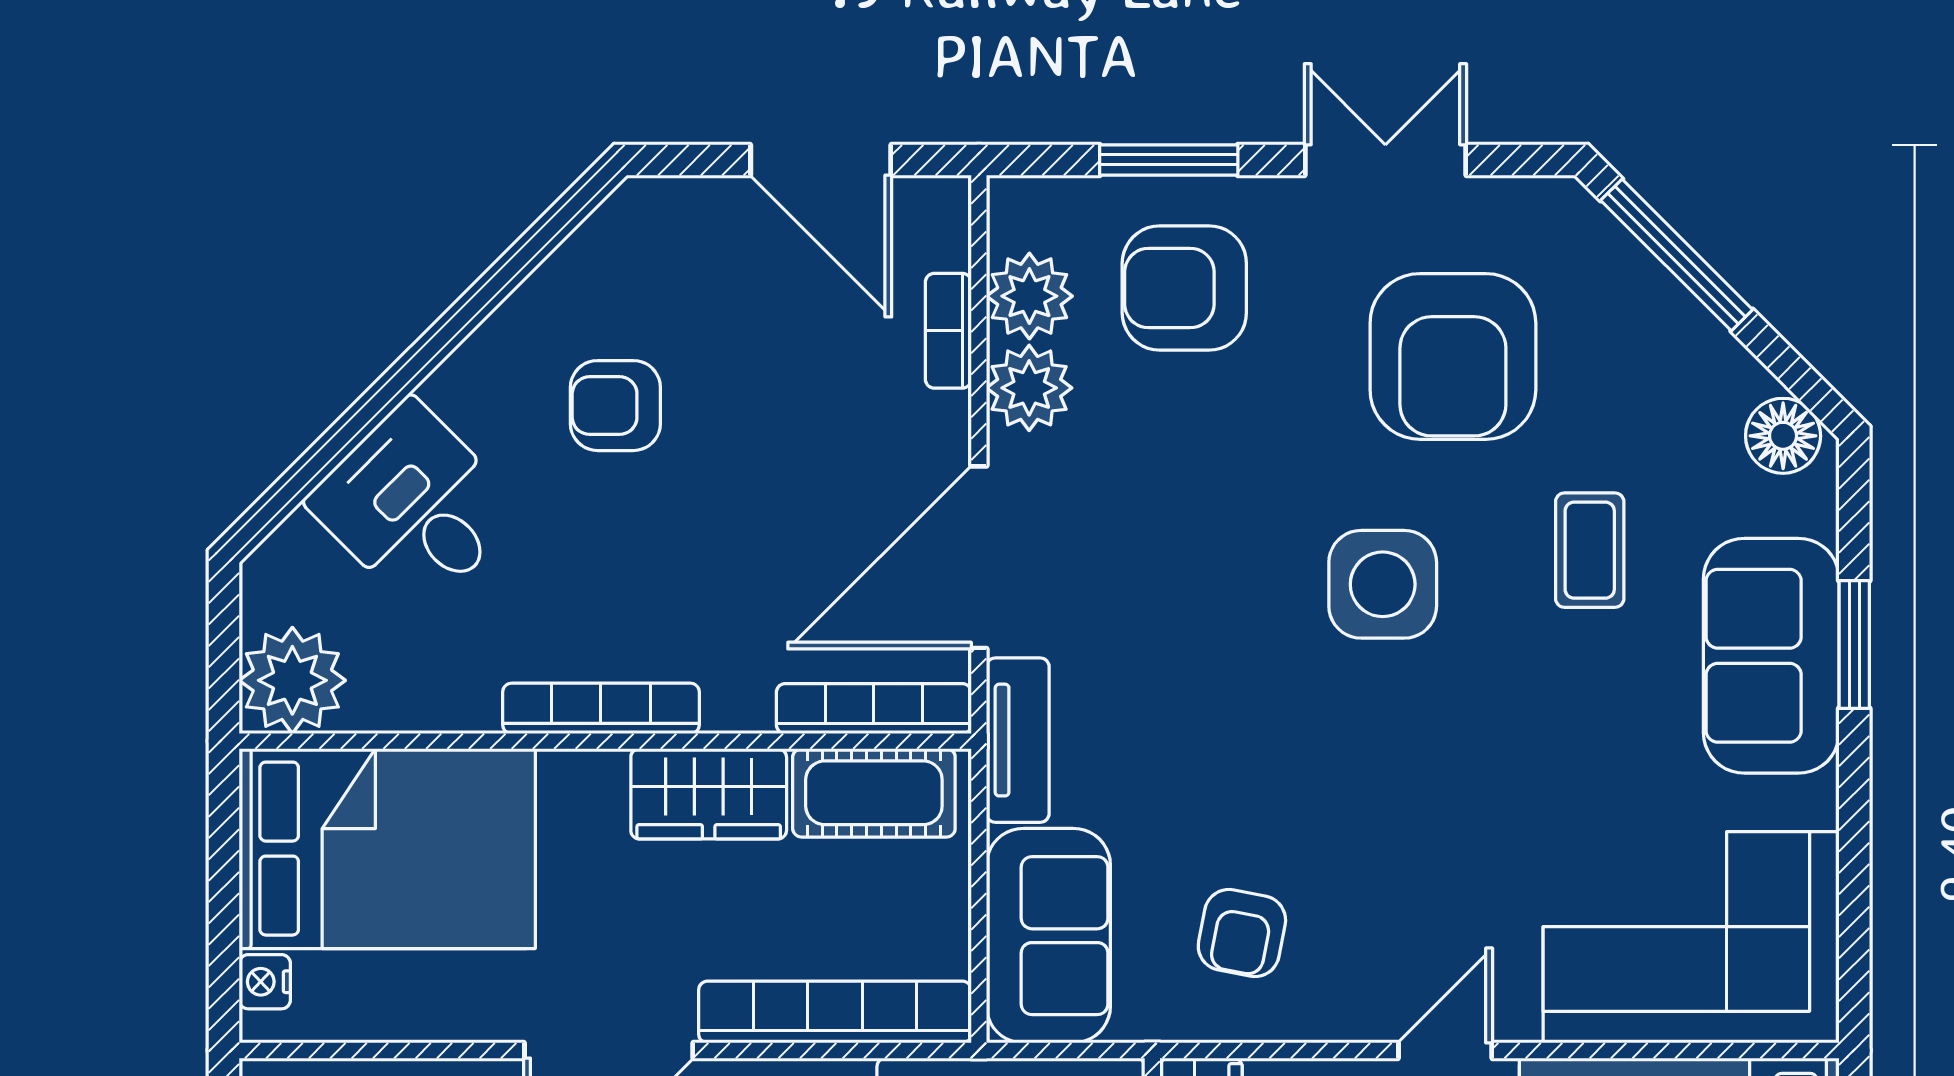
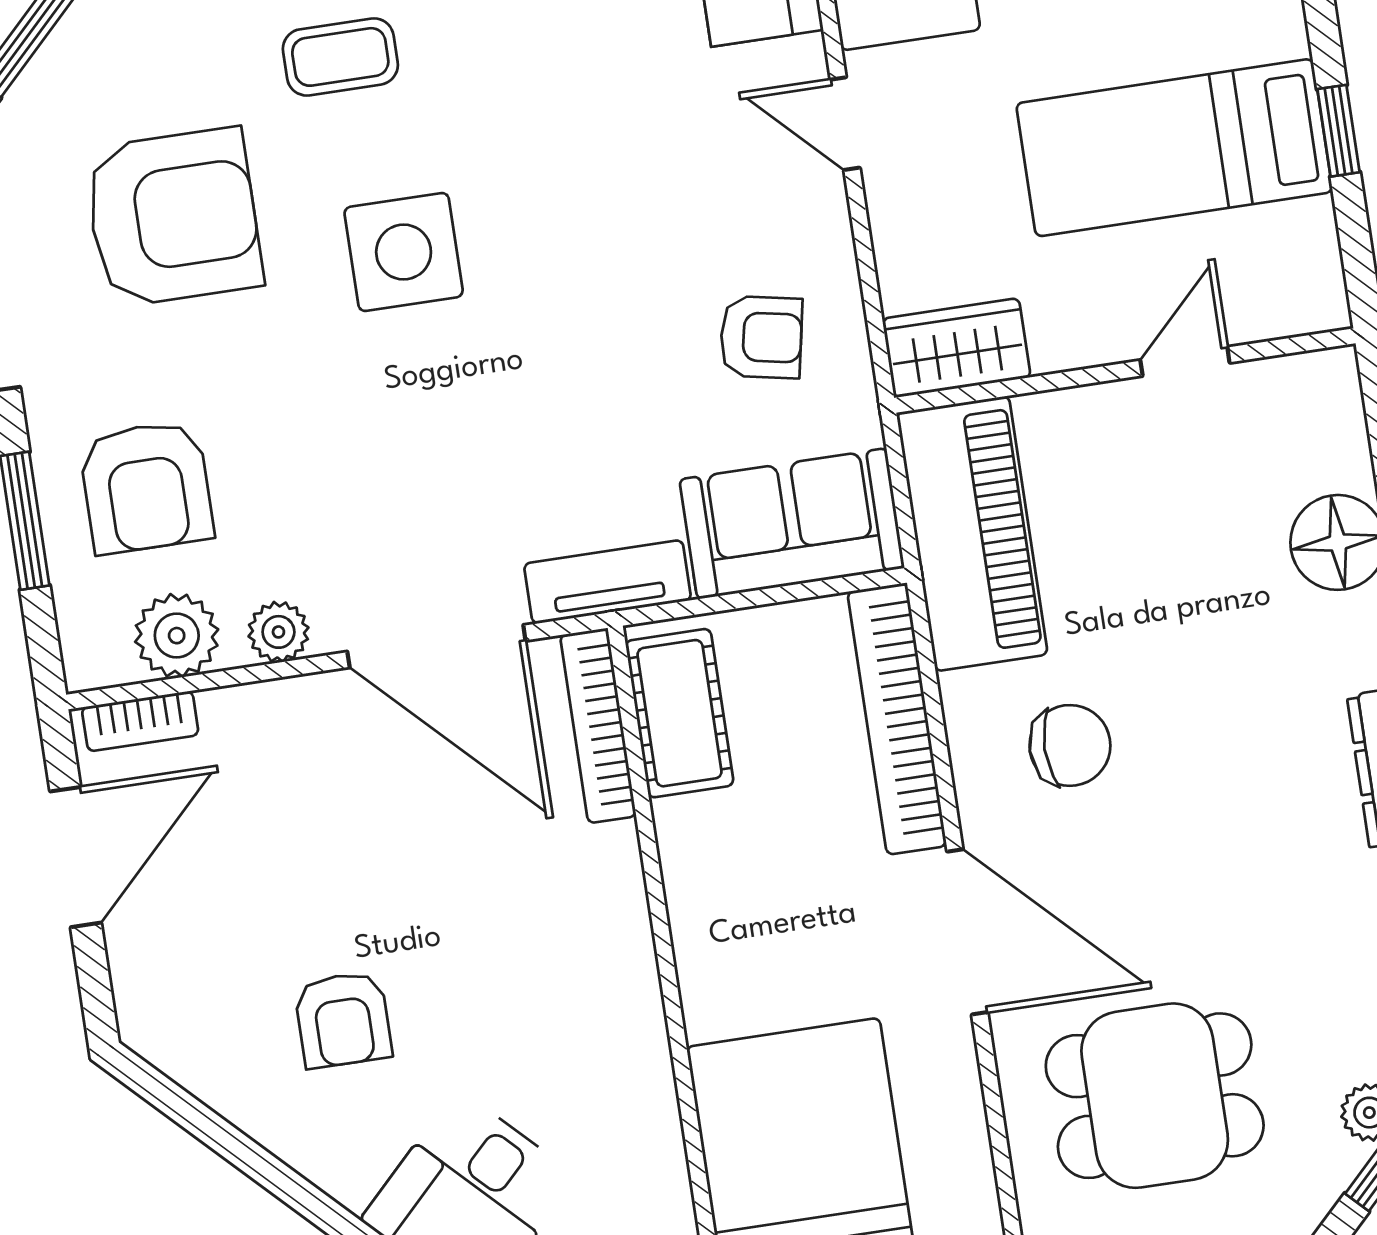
bookcase: (948, 331) -> (140, 721), moved
plant: (1029, 388) -> (278, 632), width x0.73, depth x0.73
bookcase: (601, 708) -> (638, 989), removed
wardrobe: (709, 794) -> (705, 873), removed

